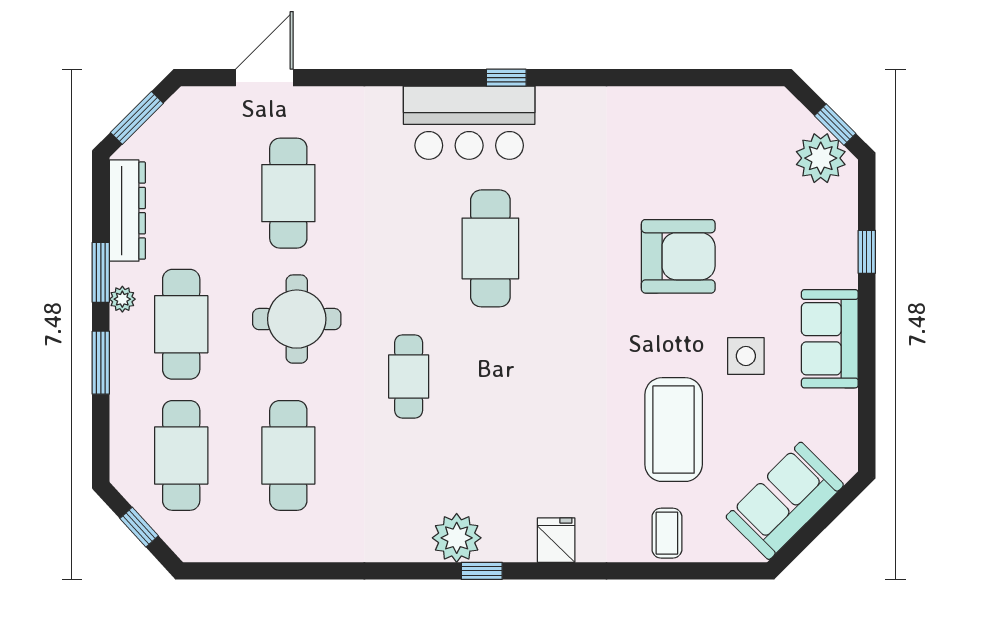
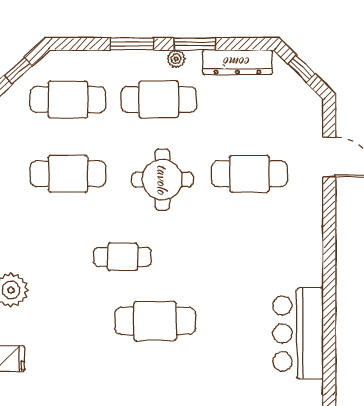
window: (506, 78) -> (329, 324), removed
window: (137, 118) -> (301, 69), width x0.67
bar counter: (469, 123) -> (298, 333), moved
cafe table: (490, 248) -> (155, 321), moved

